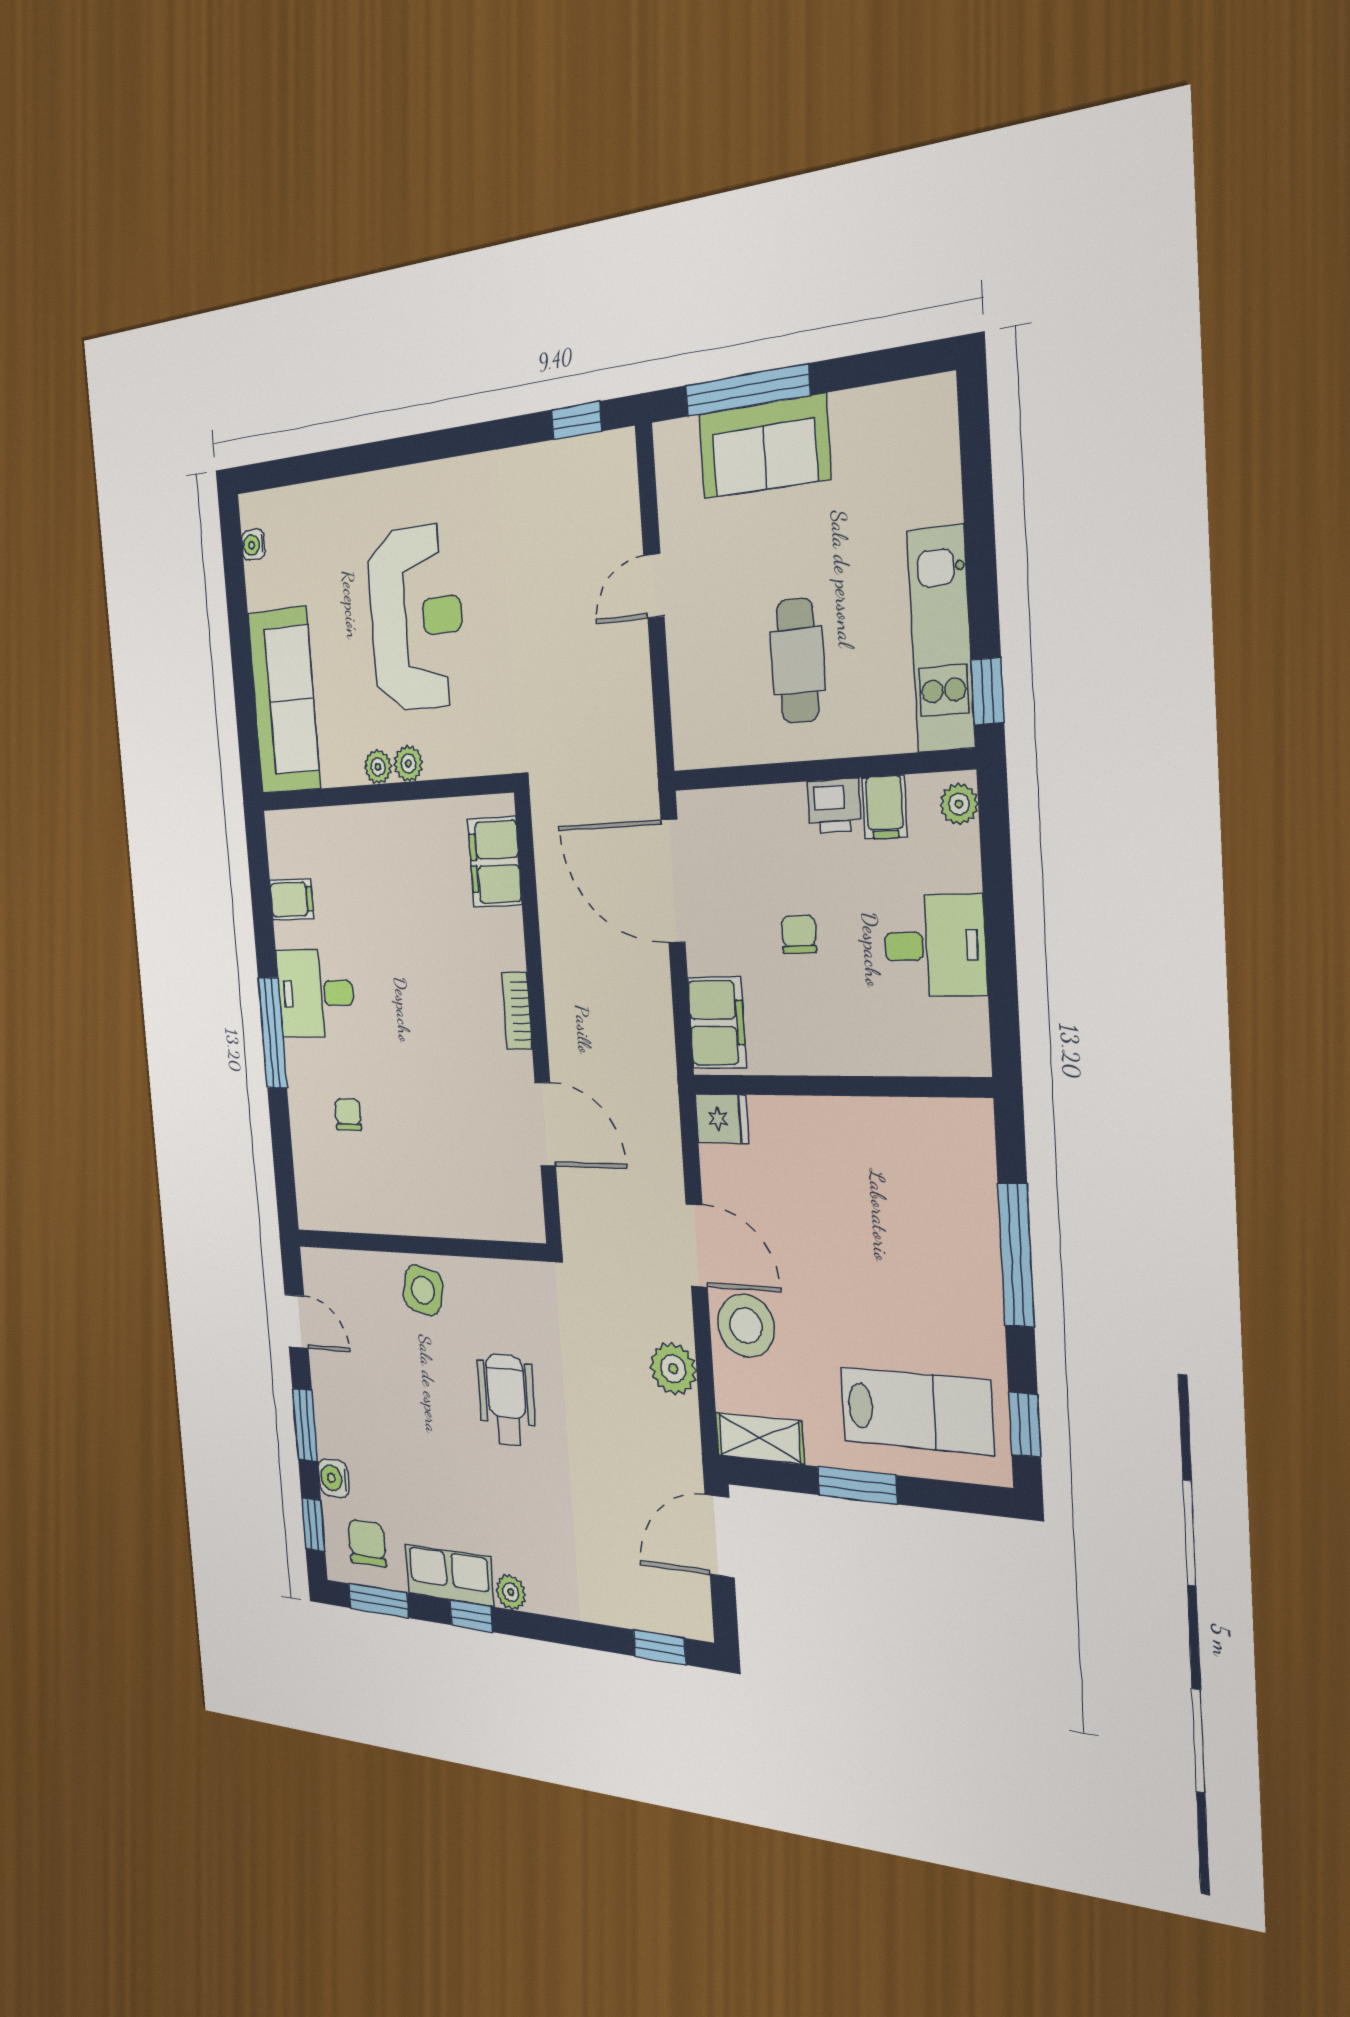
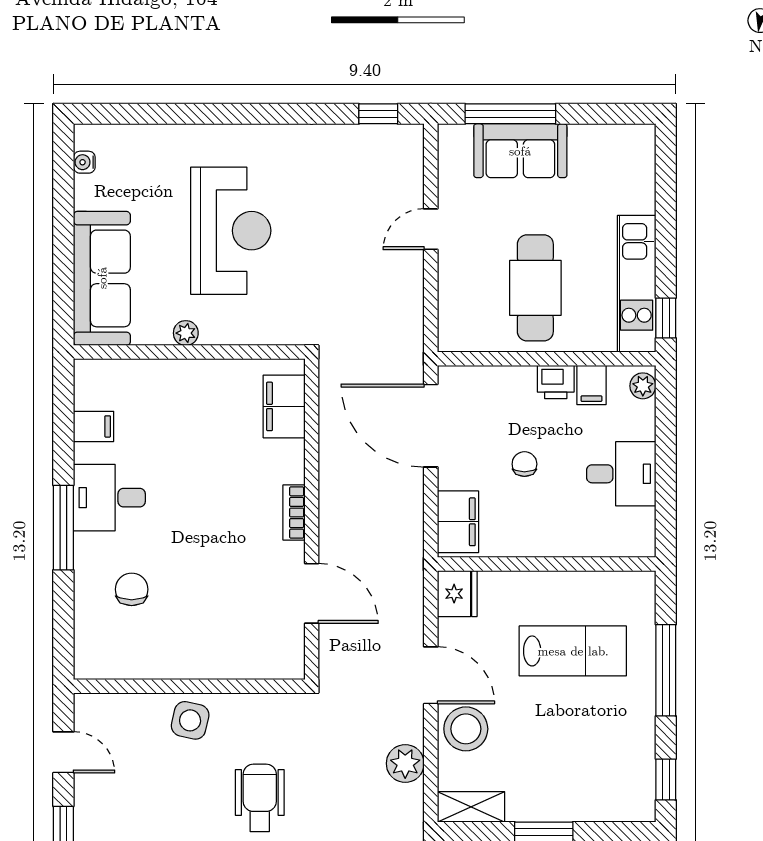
cafe table: (798, 661) -> (535, 288), width x1.37, depth x1.35
plant: (408, 763) -> (214, 332), removed
chair: (348, 1114) -> (132, 589), width x1.37, depth x1.37
fridge: (722, 1119) -> (457, 594), width x1.38
lab bench: (916, 1411) -> (573, 651), moved

